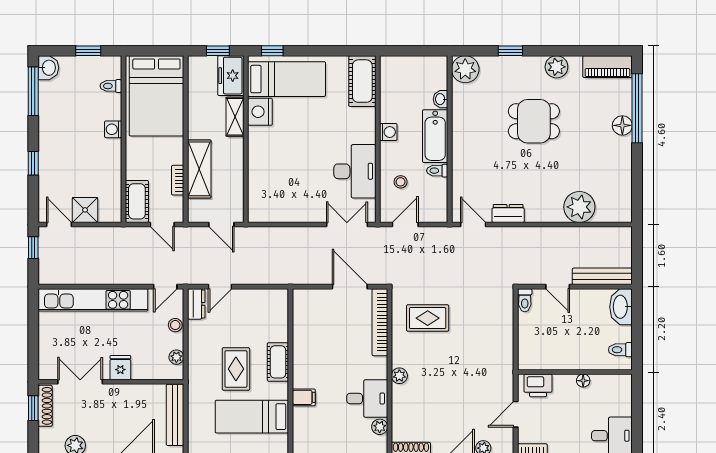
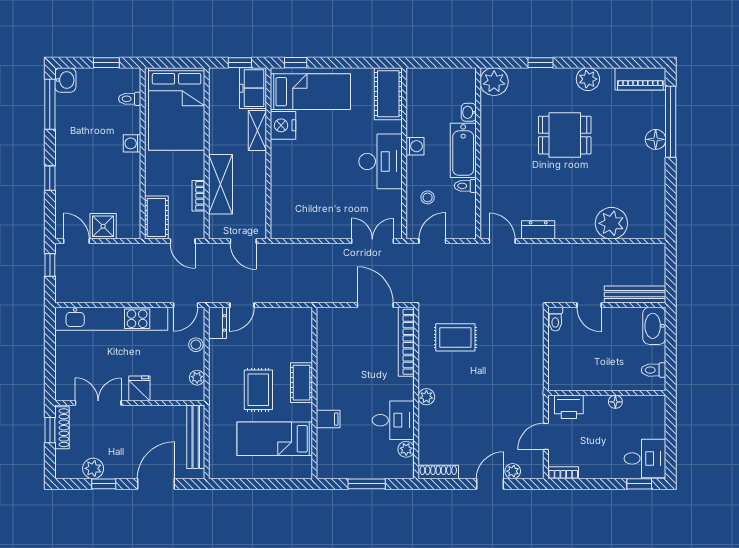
desk: (355, 171) -> (381, 161), moved

